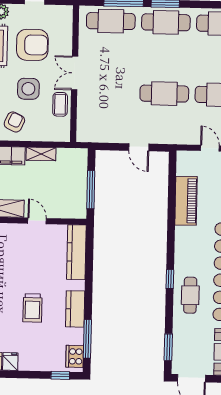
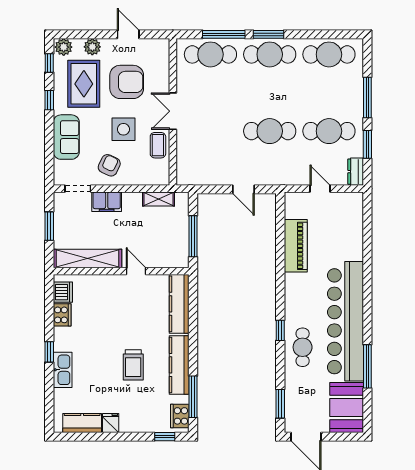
shelving: (41, 154) -> (158, 199), moved
kitchen counter: (75, 309) -> (179, 365), width x1.50

